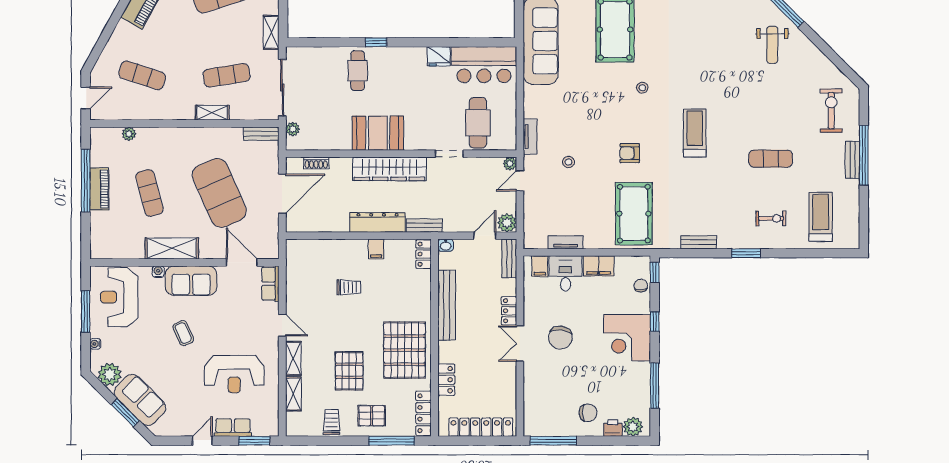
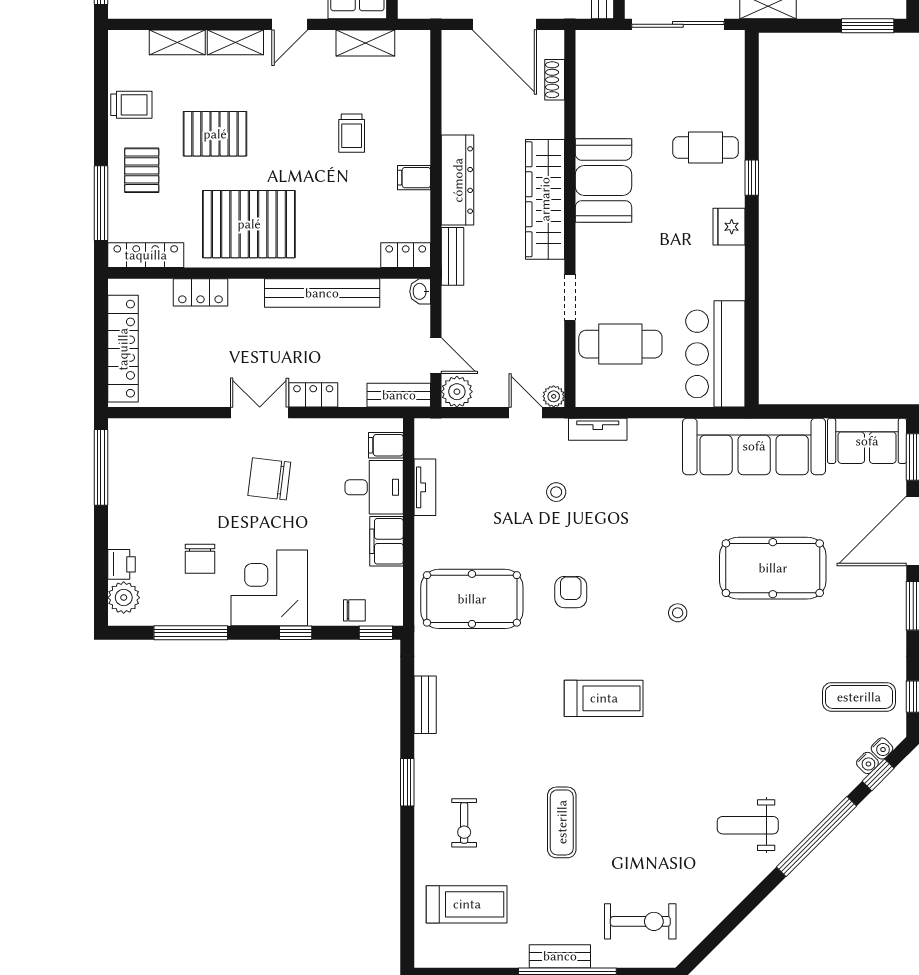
fridge: (439, 56) -> (729, 227), moved
plant: (293, 129) -> (610, 41), removed
shelving: (294, 279) -> (365, 43), added
chair: (588, 413) -> (200, 559), moved

